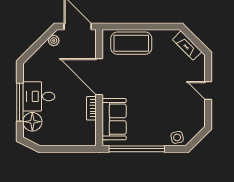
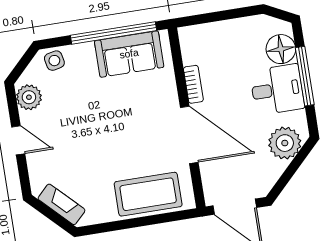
plant: (54, 41) -> (285, 143), moved, width x1.87, depth x1.87
plant: (197, 117) -> (29, 97), added
sofa: (114, 119) -> (129, 54), moved, turned -90

